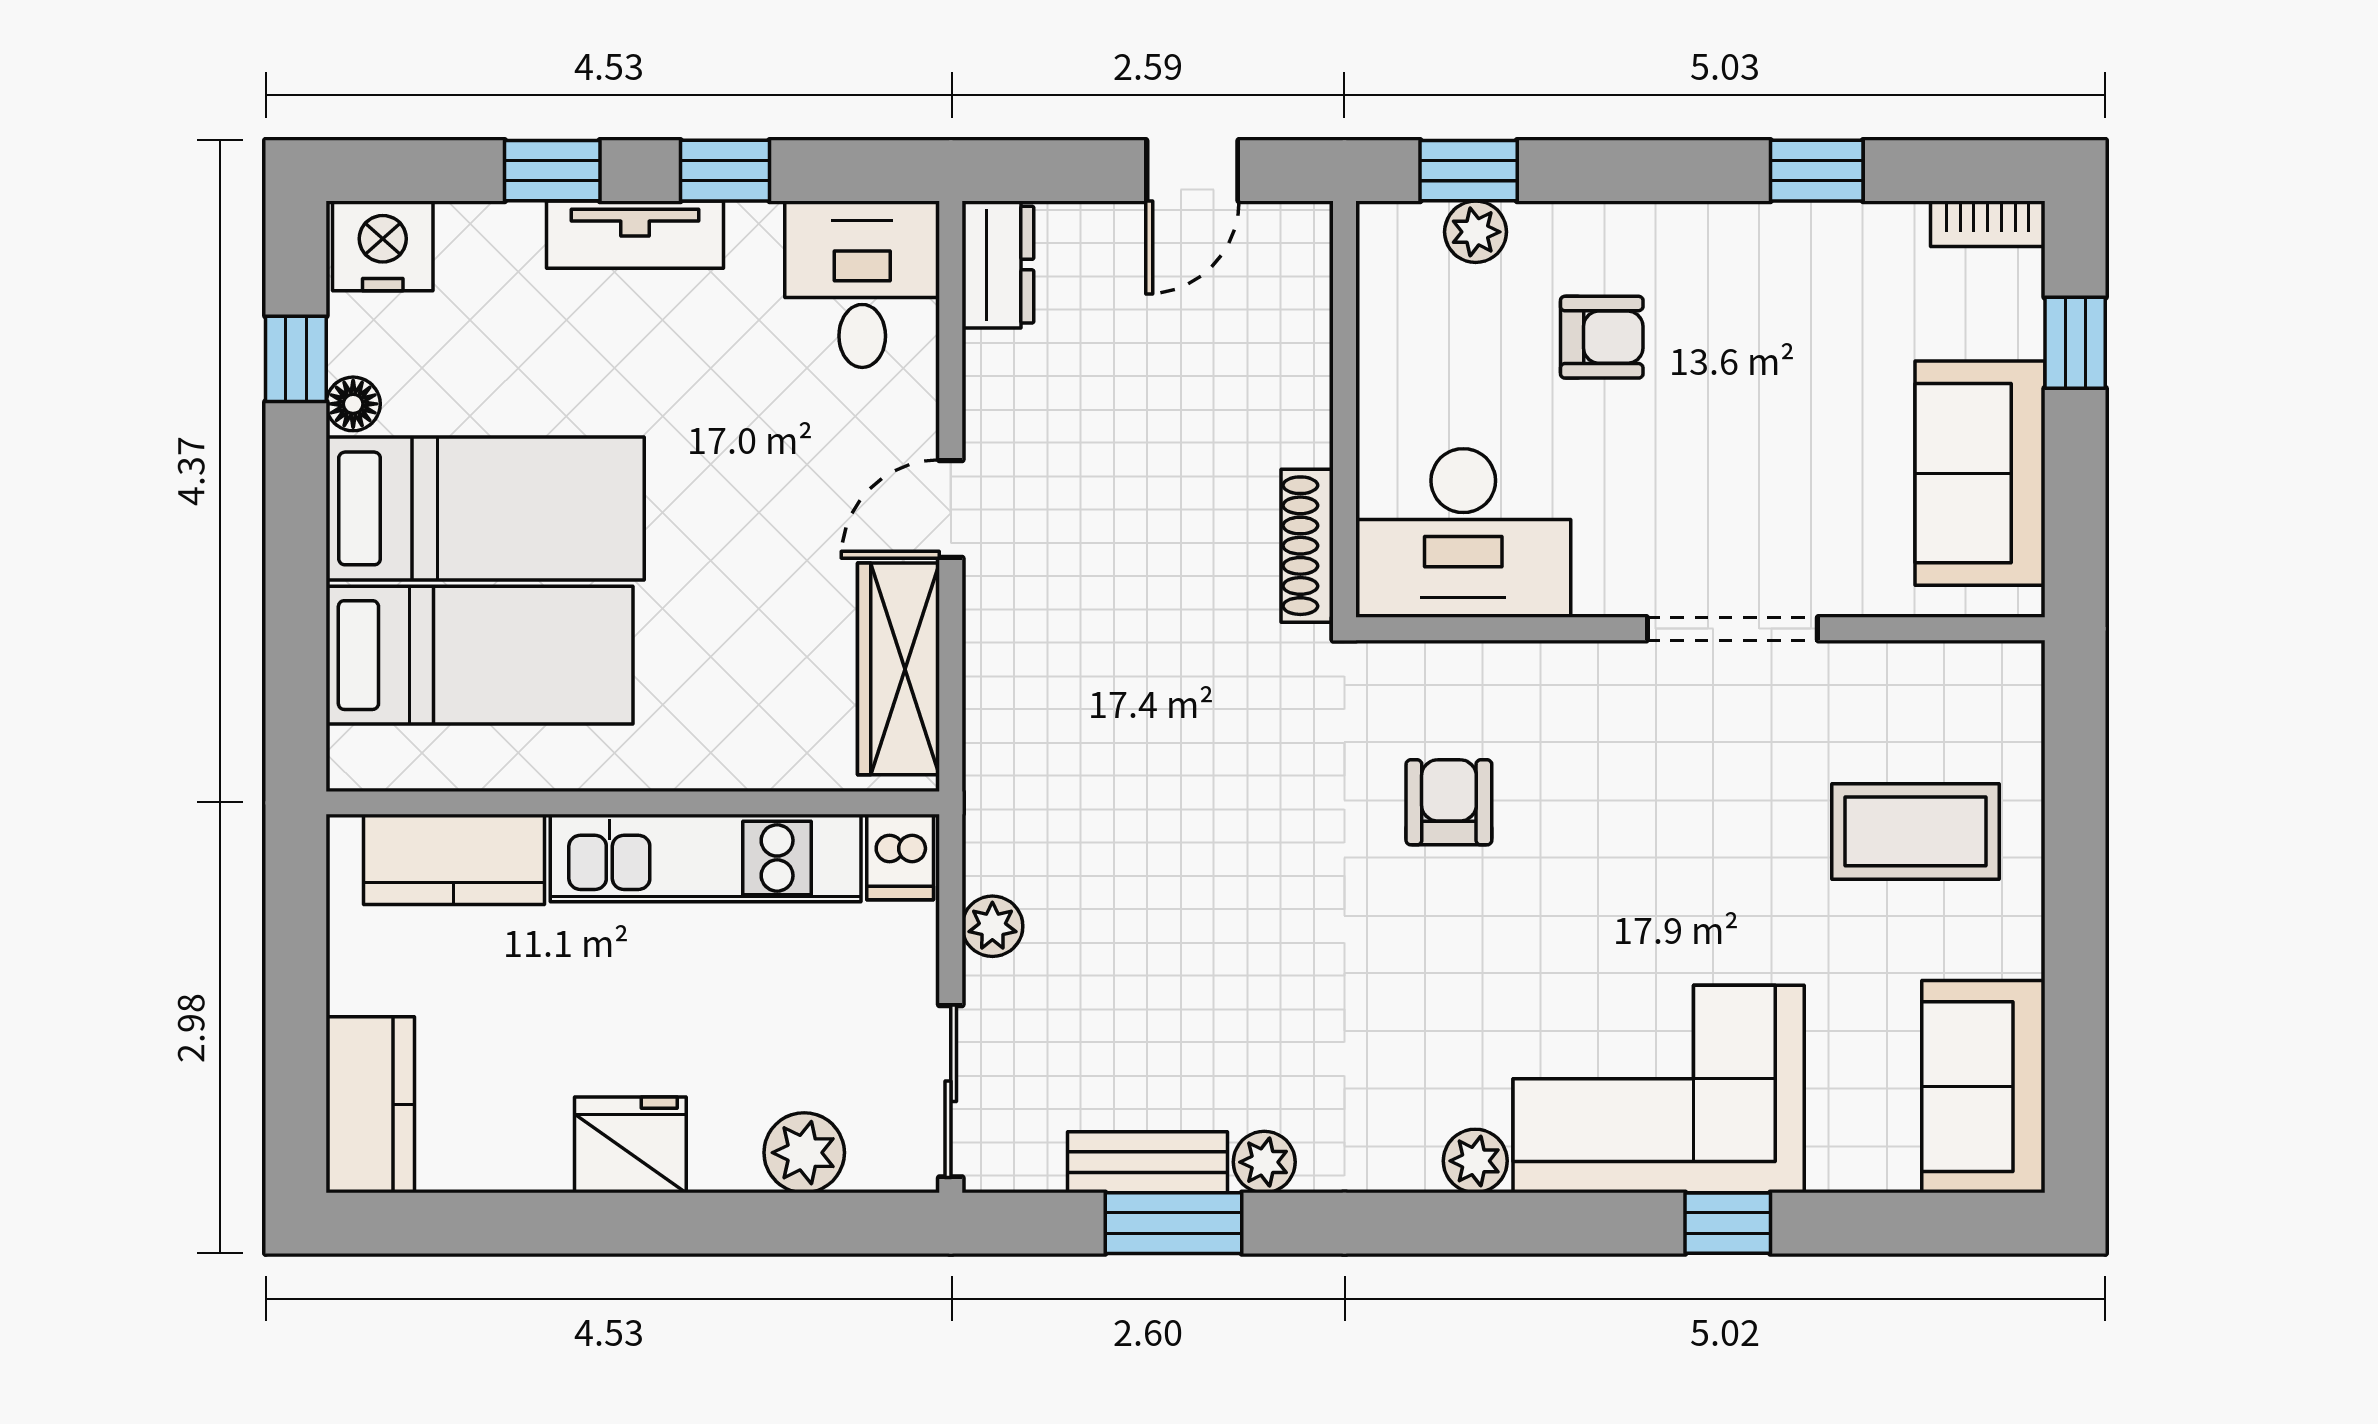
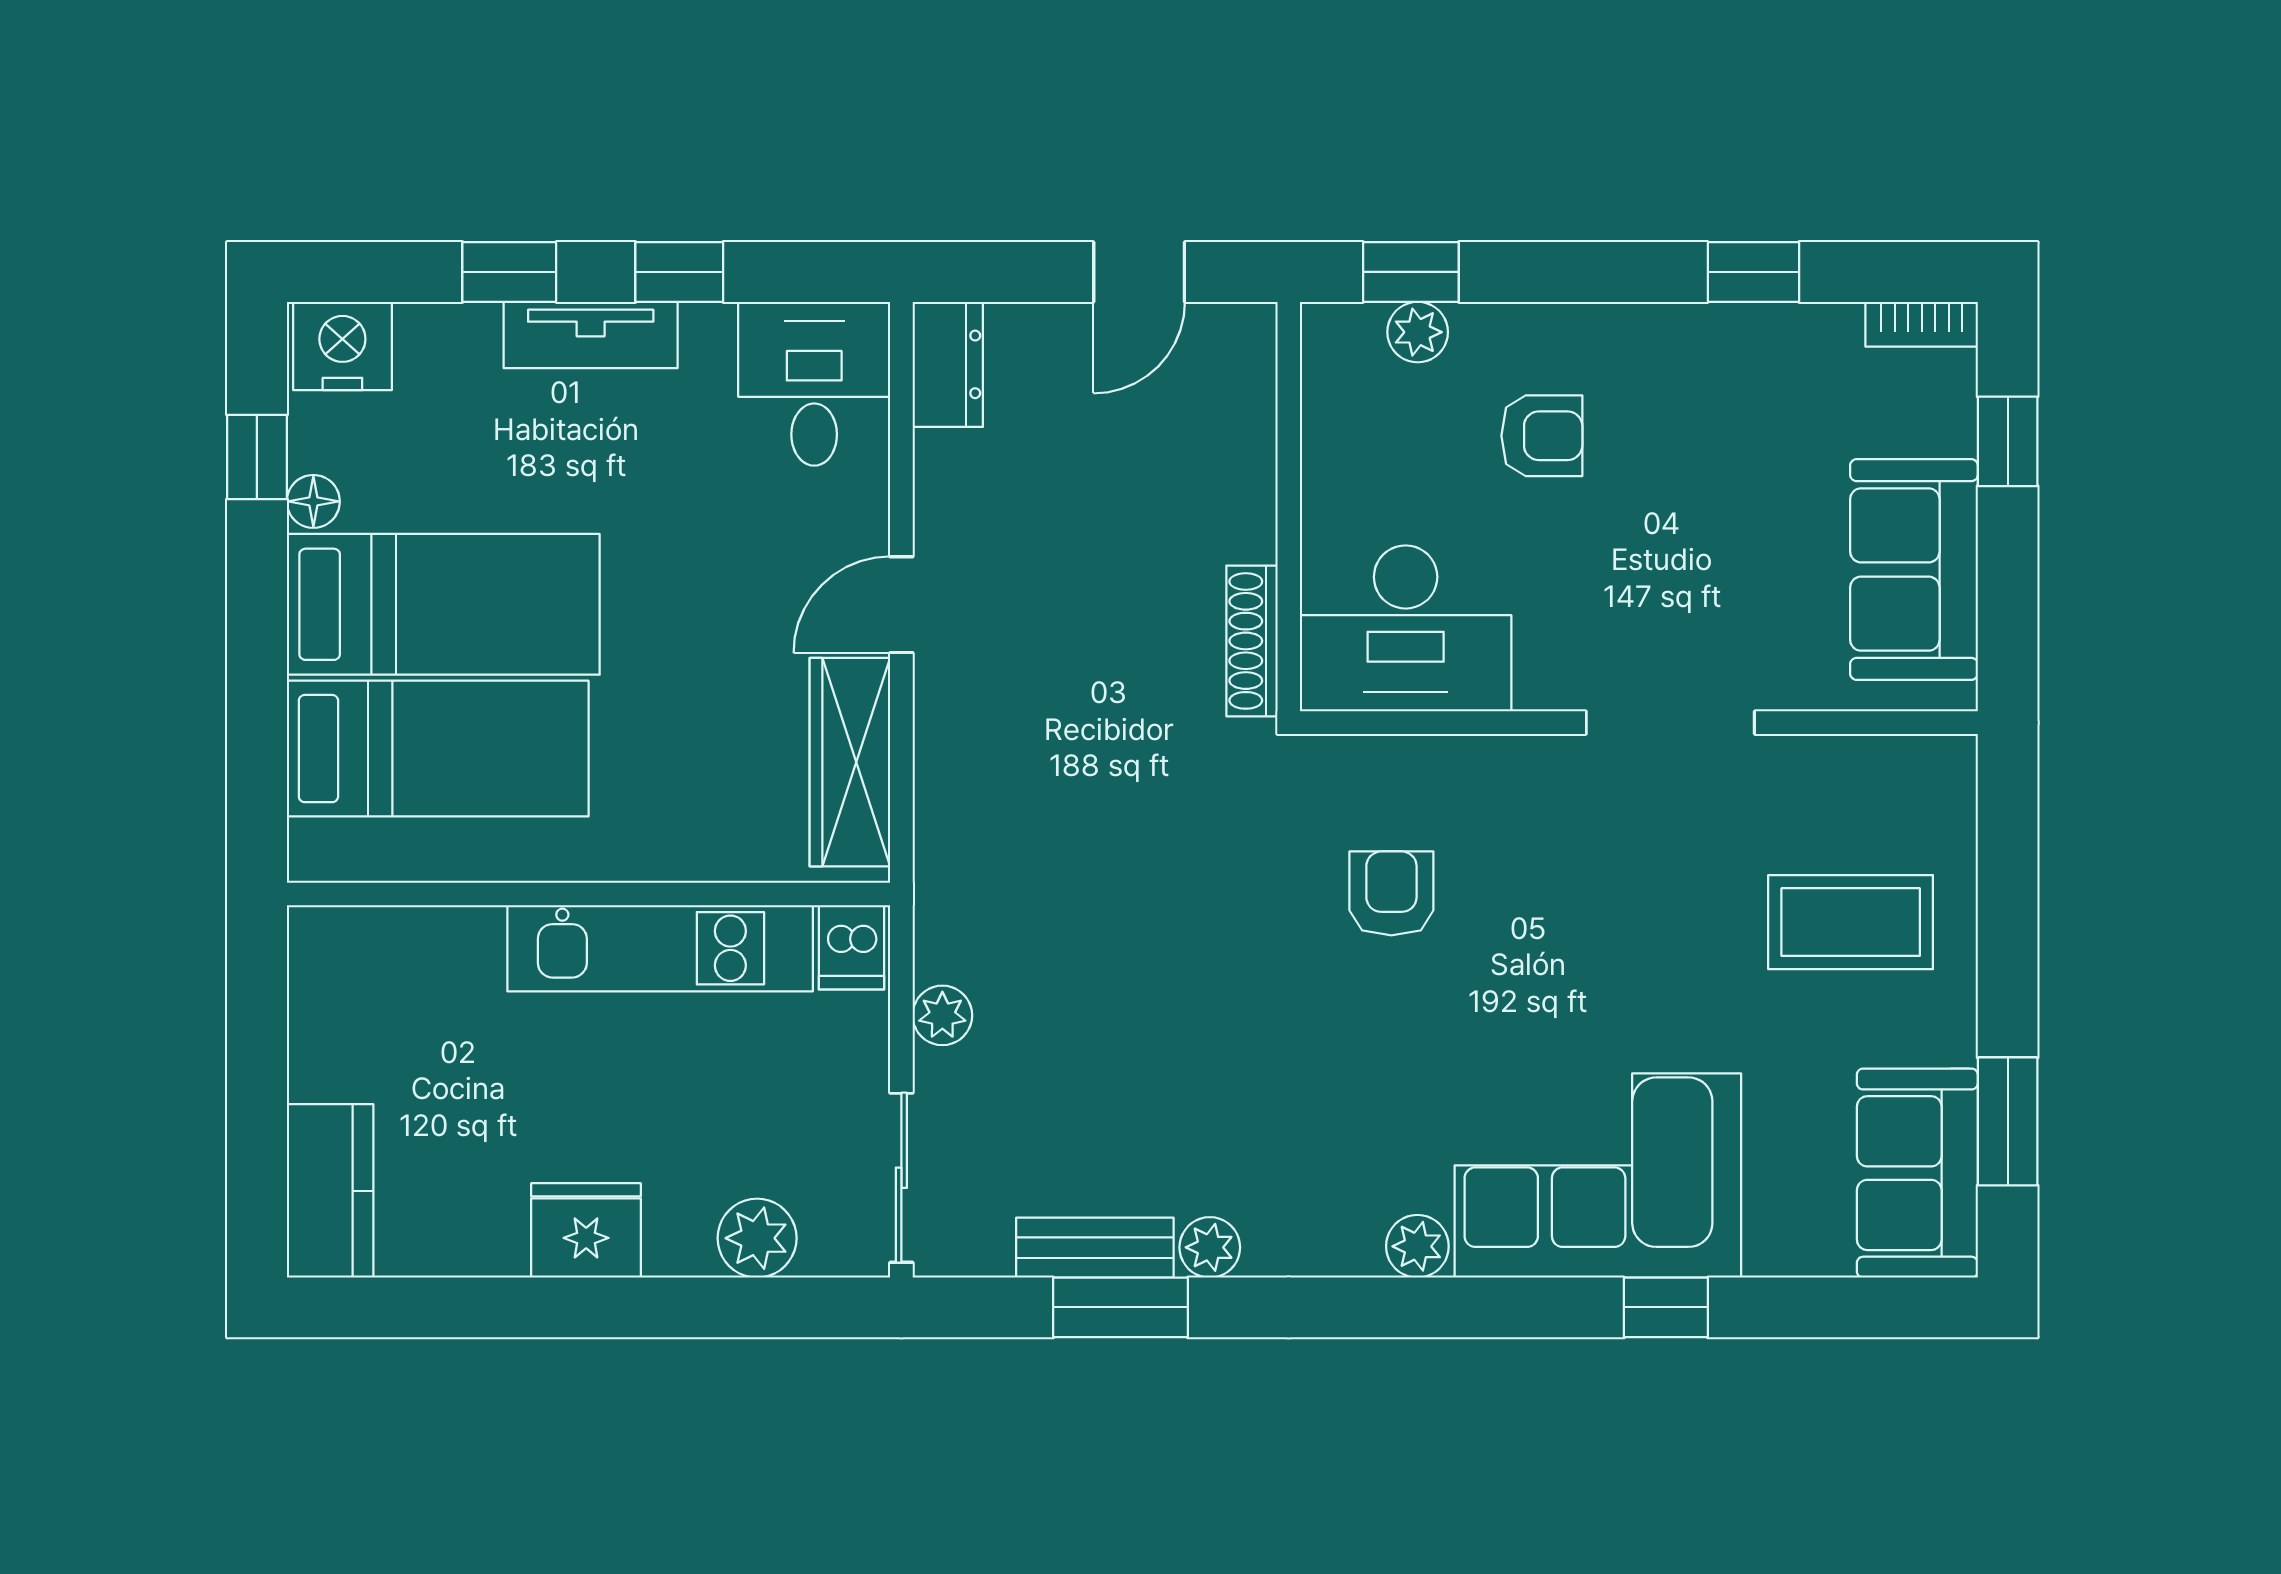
kitchen counter: (454, 859) -> (412, 950), removed
window: (2075, 1034) -> (2008, 1121), added

